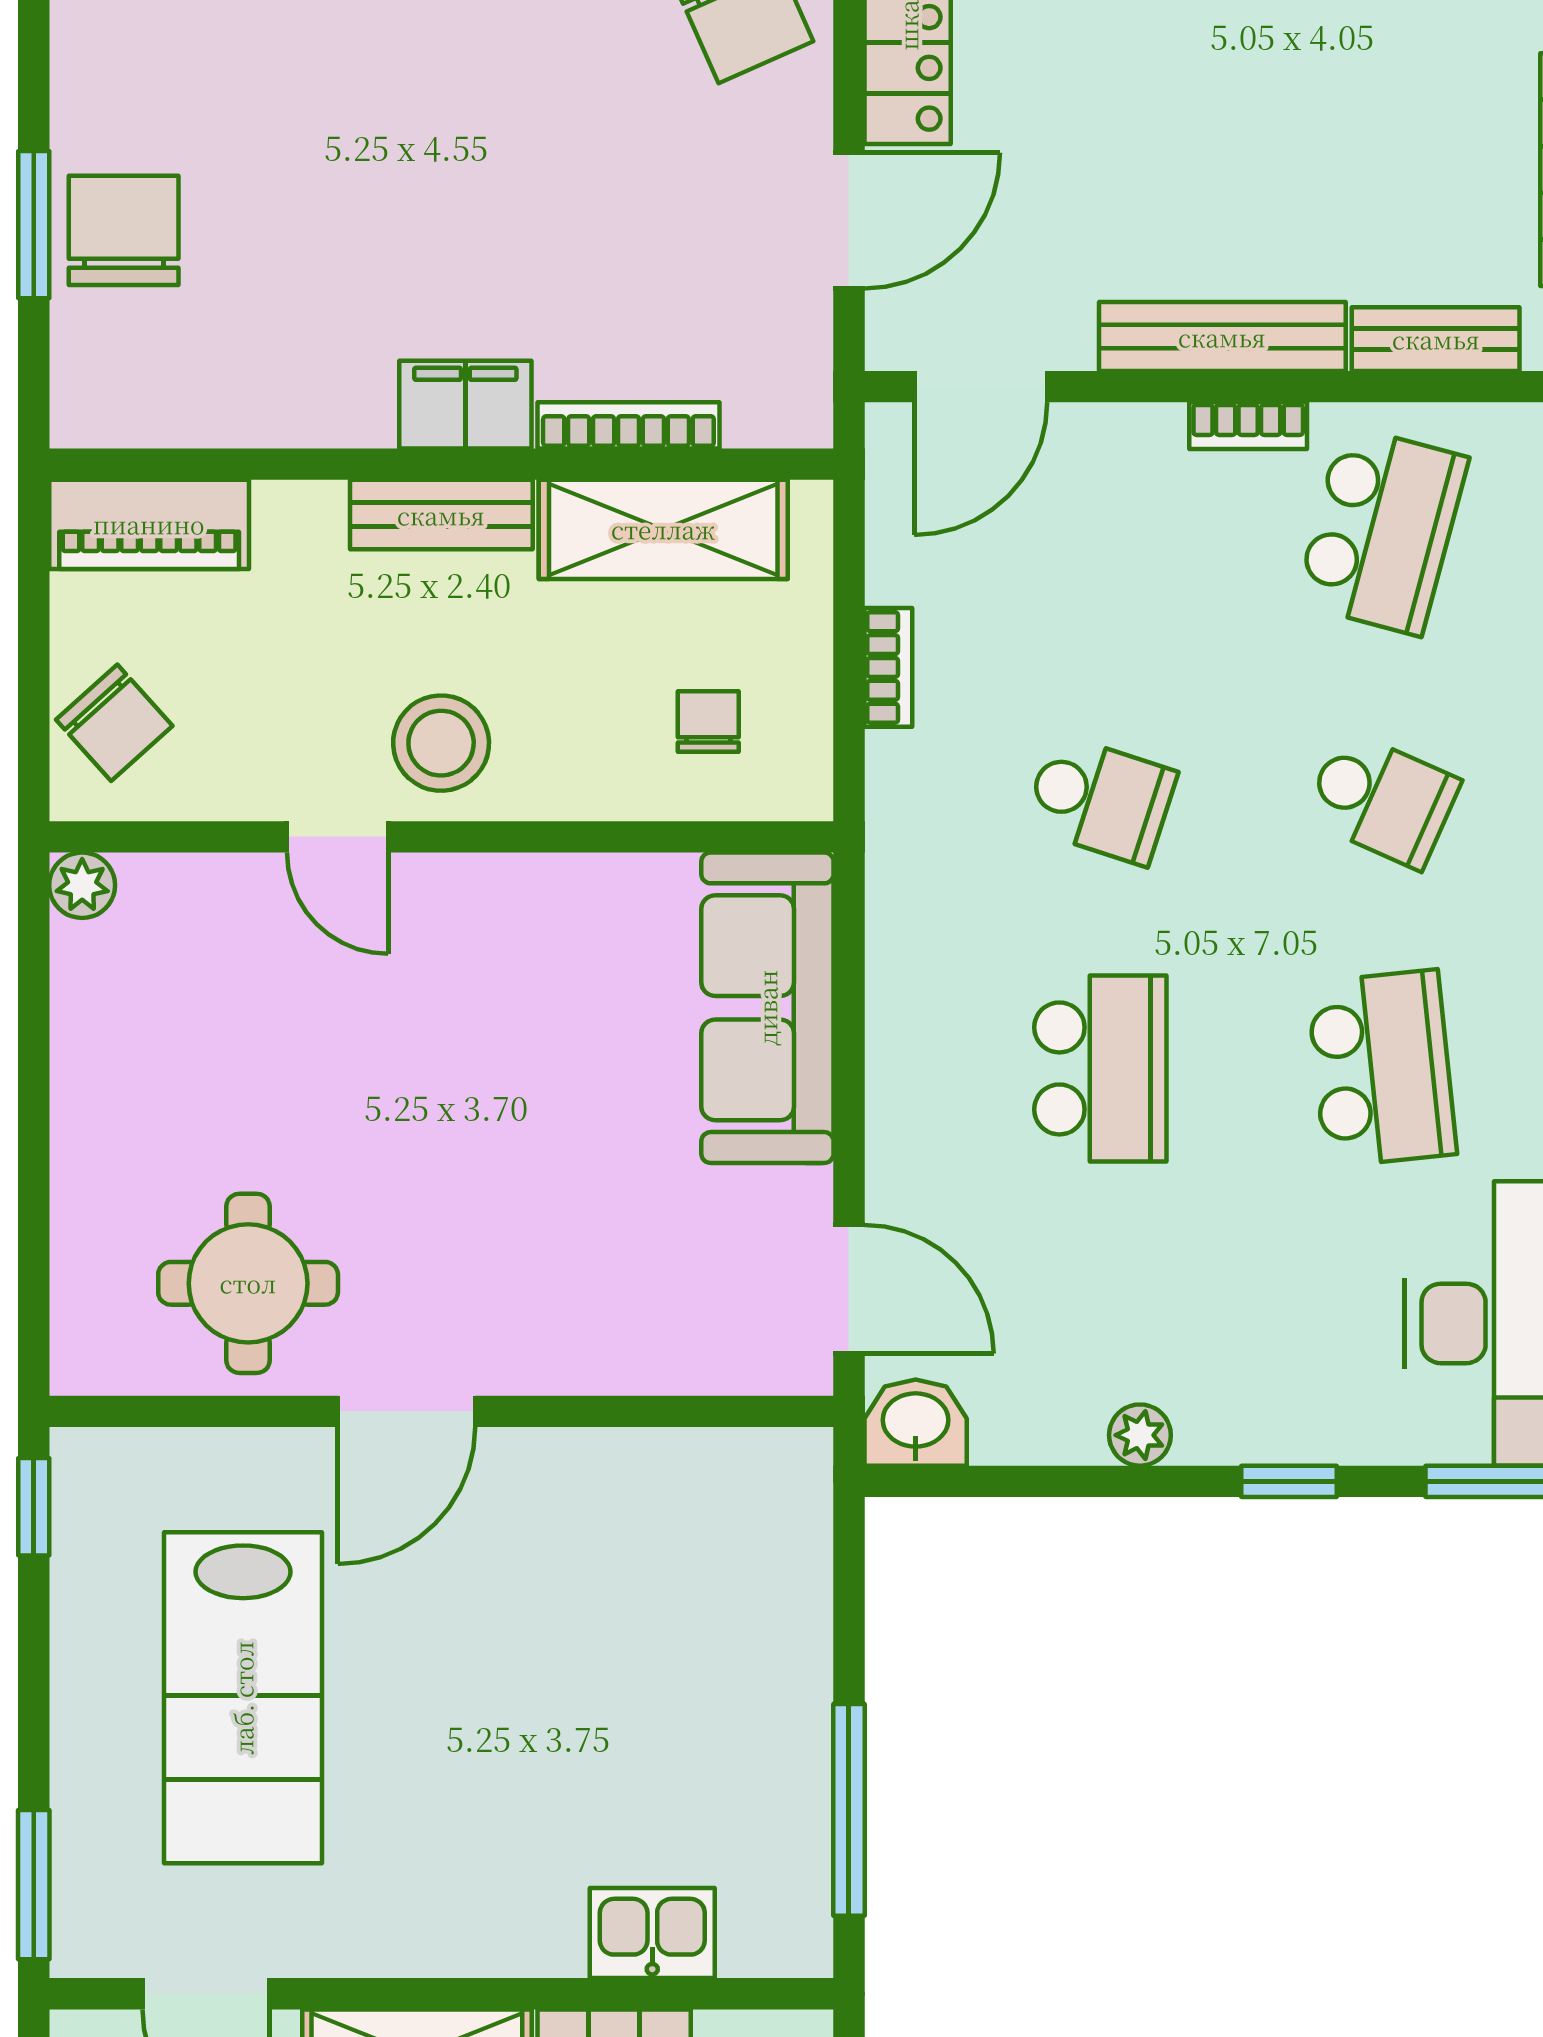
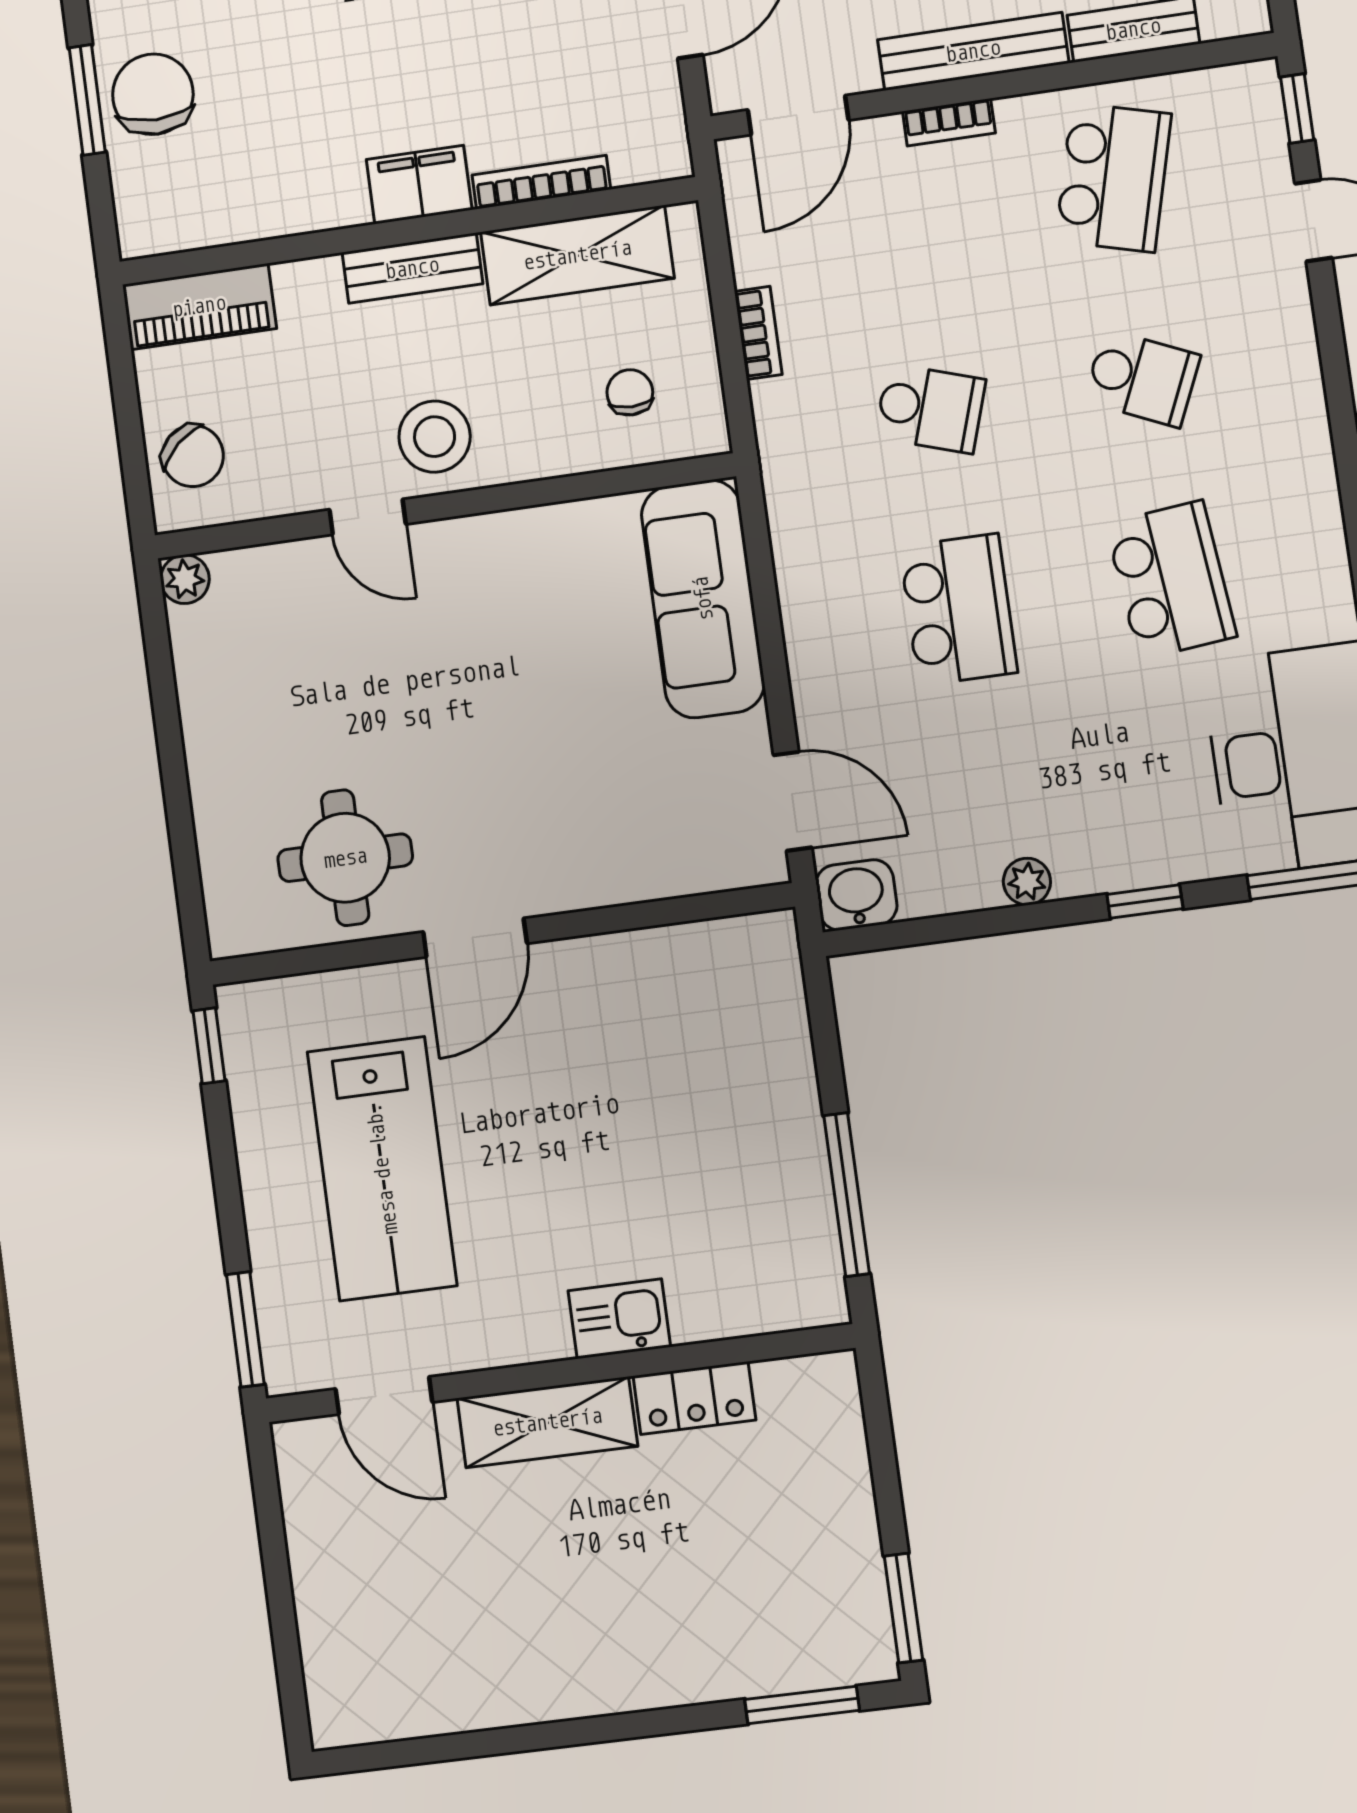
bookcase: (1248, 426) -> (949, 122), moved
kitchen sink: (652, 1933) -> (619, 1319), moved

